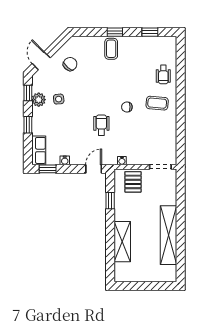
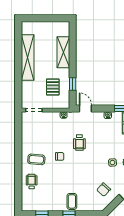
door: (94, 169) -> (85, 109), swing flipped
pallet: (133, 182) -> (53, 87), moved

